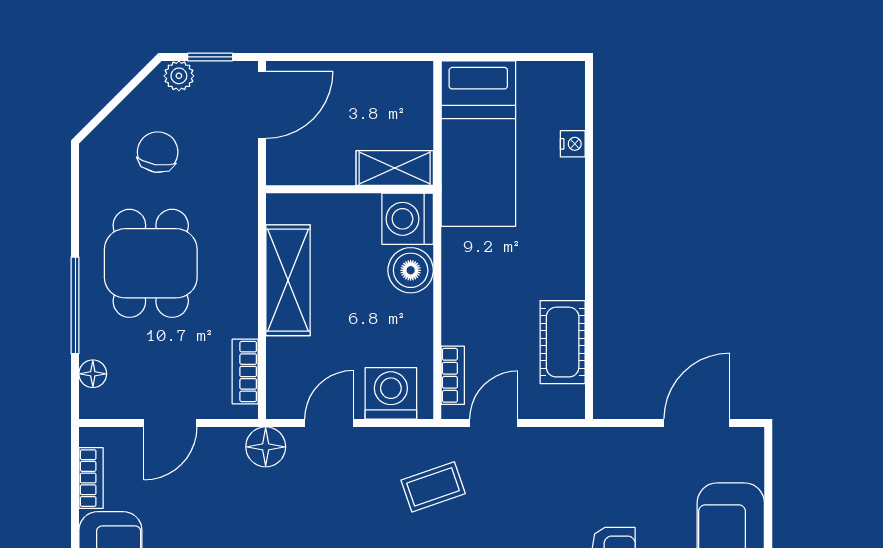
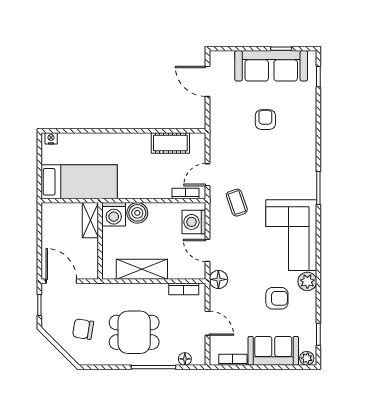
plant: (179, 76) -> (48, 319), removed
nightstand: (573, 144) -> (51, 138), moved
door: (494, 423) -> (207, 175), hinge flipped

